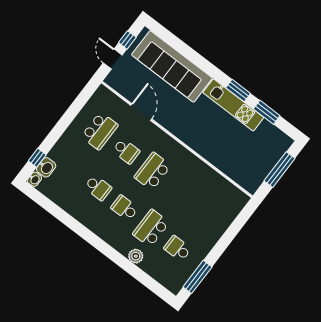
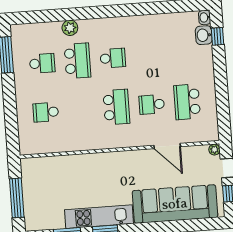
plant: (110, 80) -> (214, 150), added
school desk: (98, 188) -> (46, 112), moved

